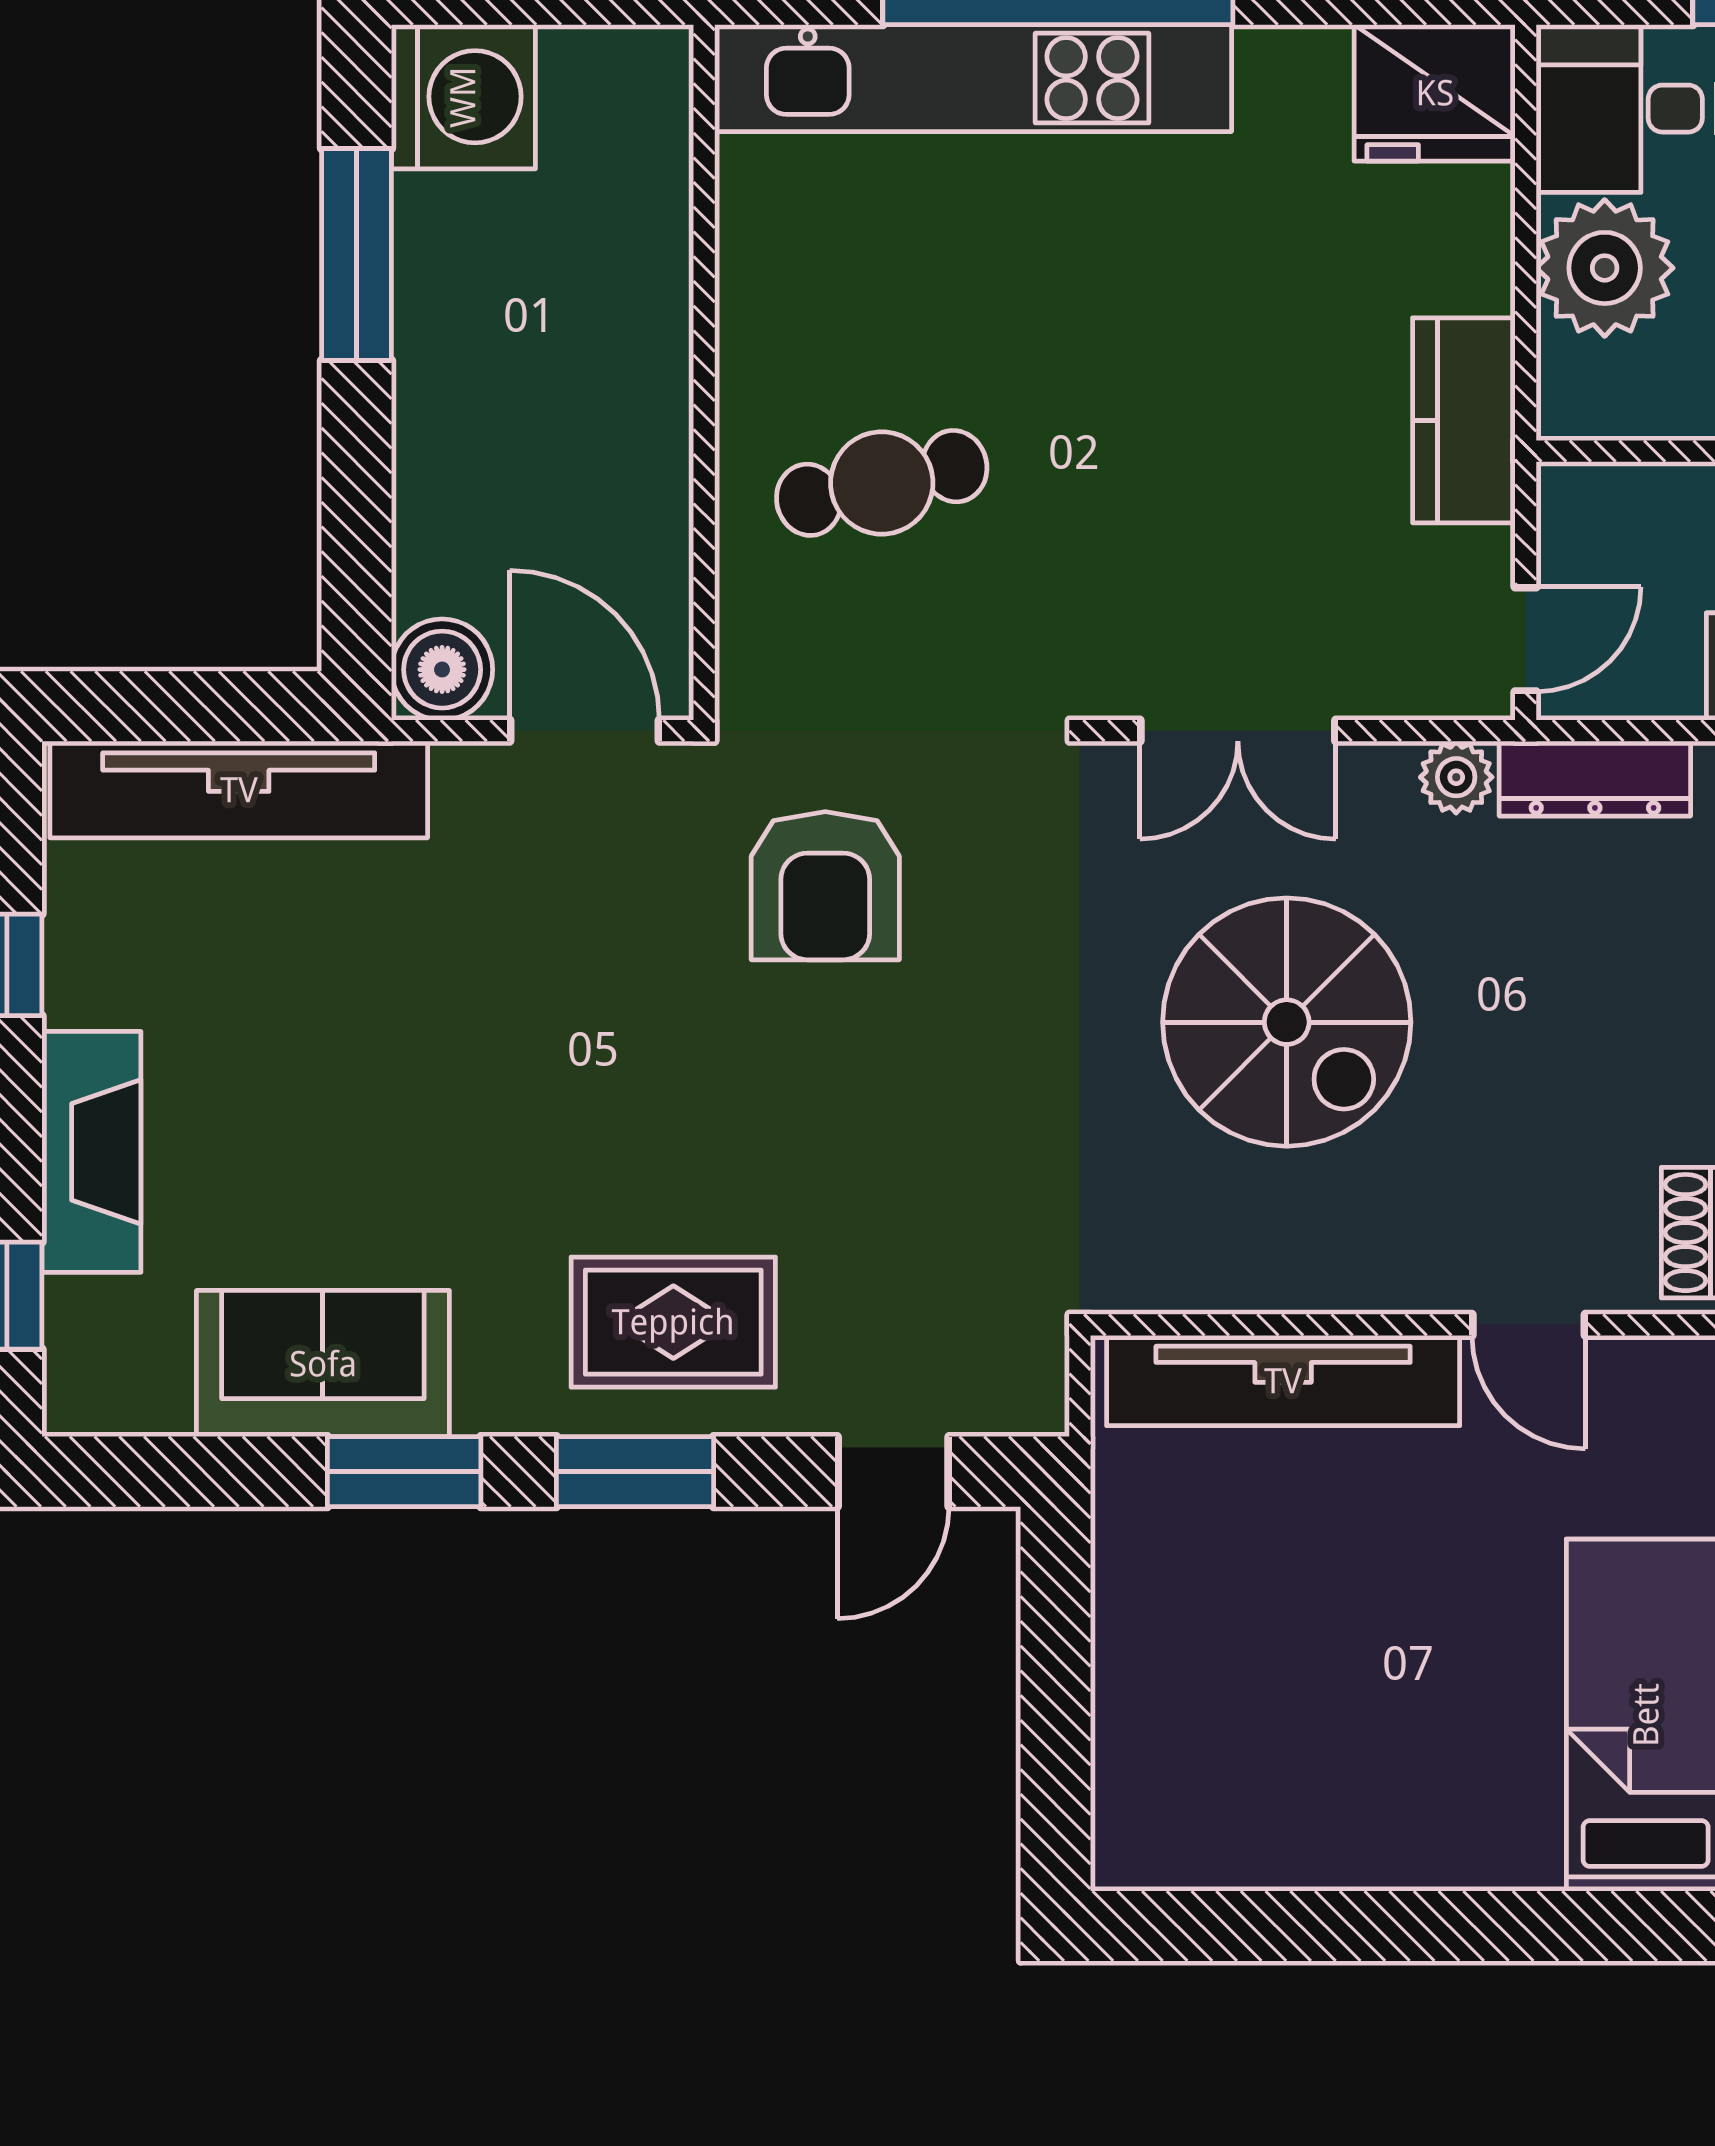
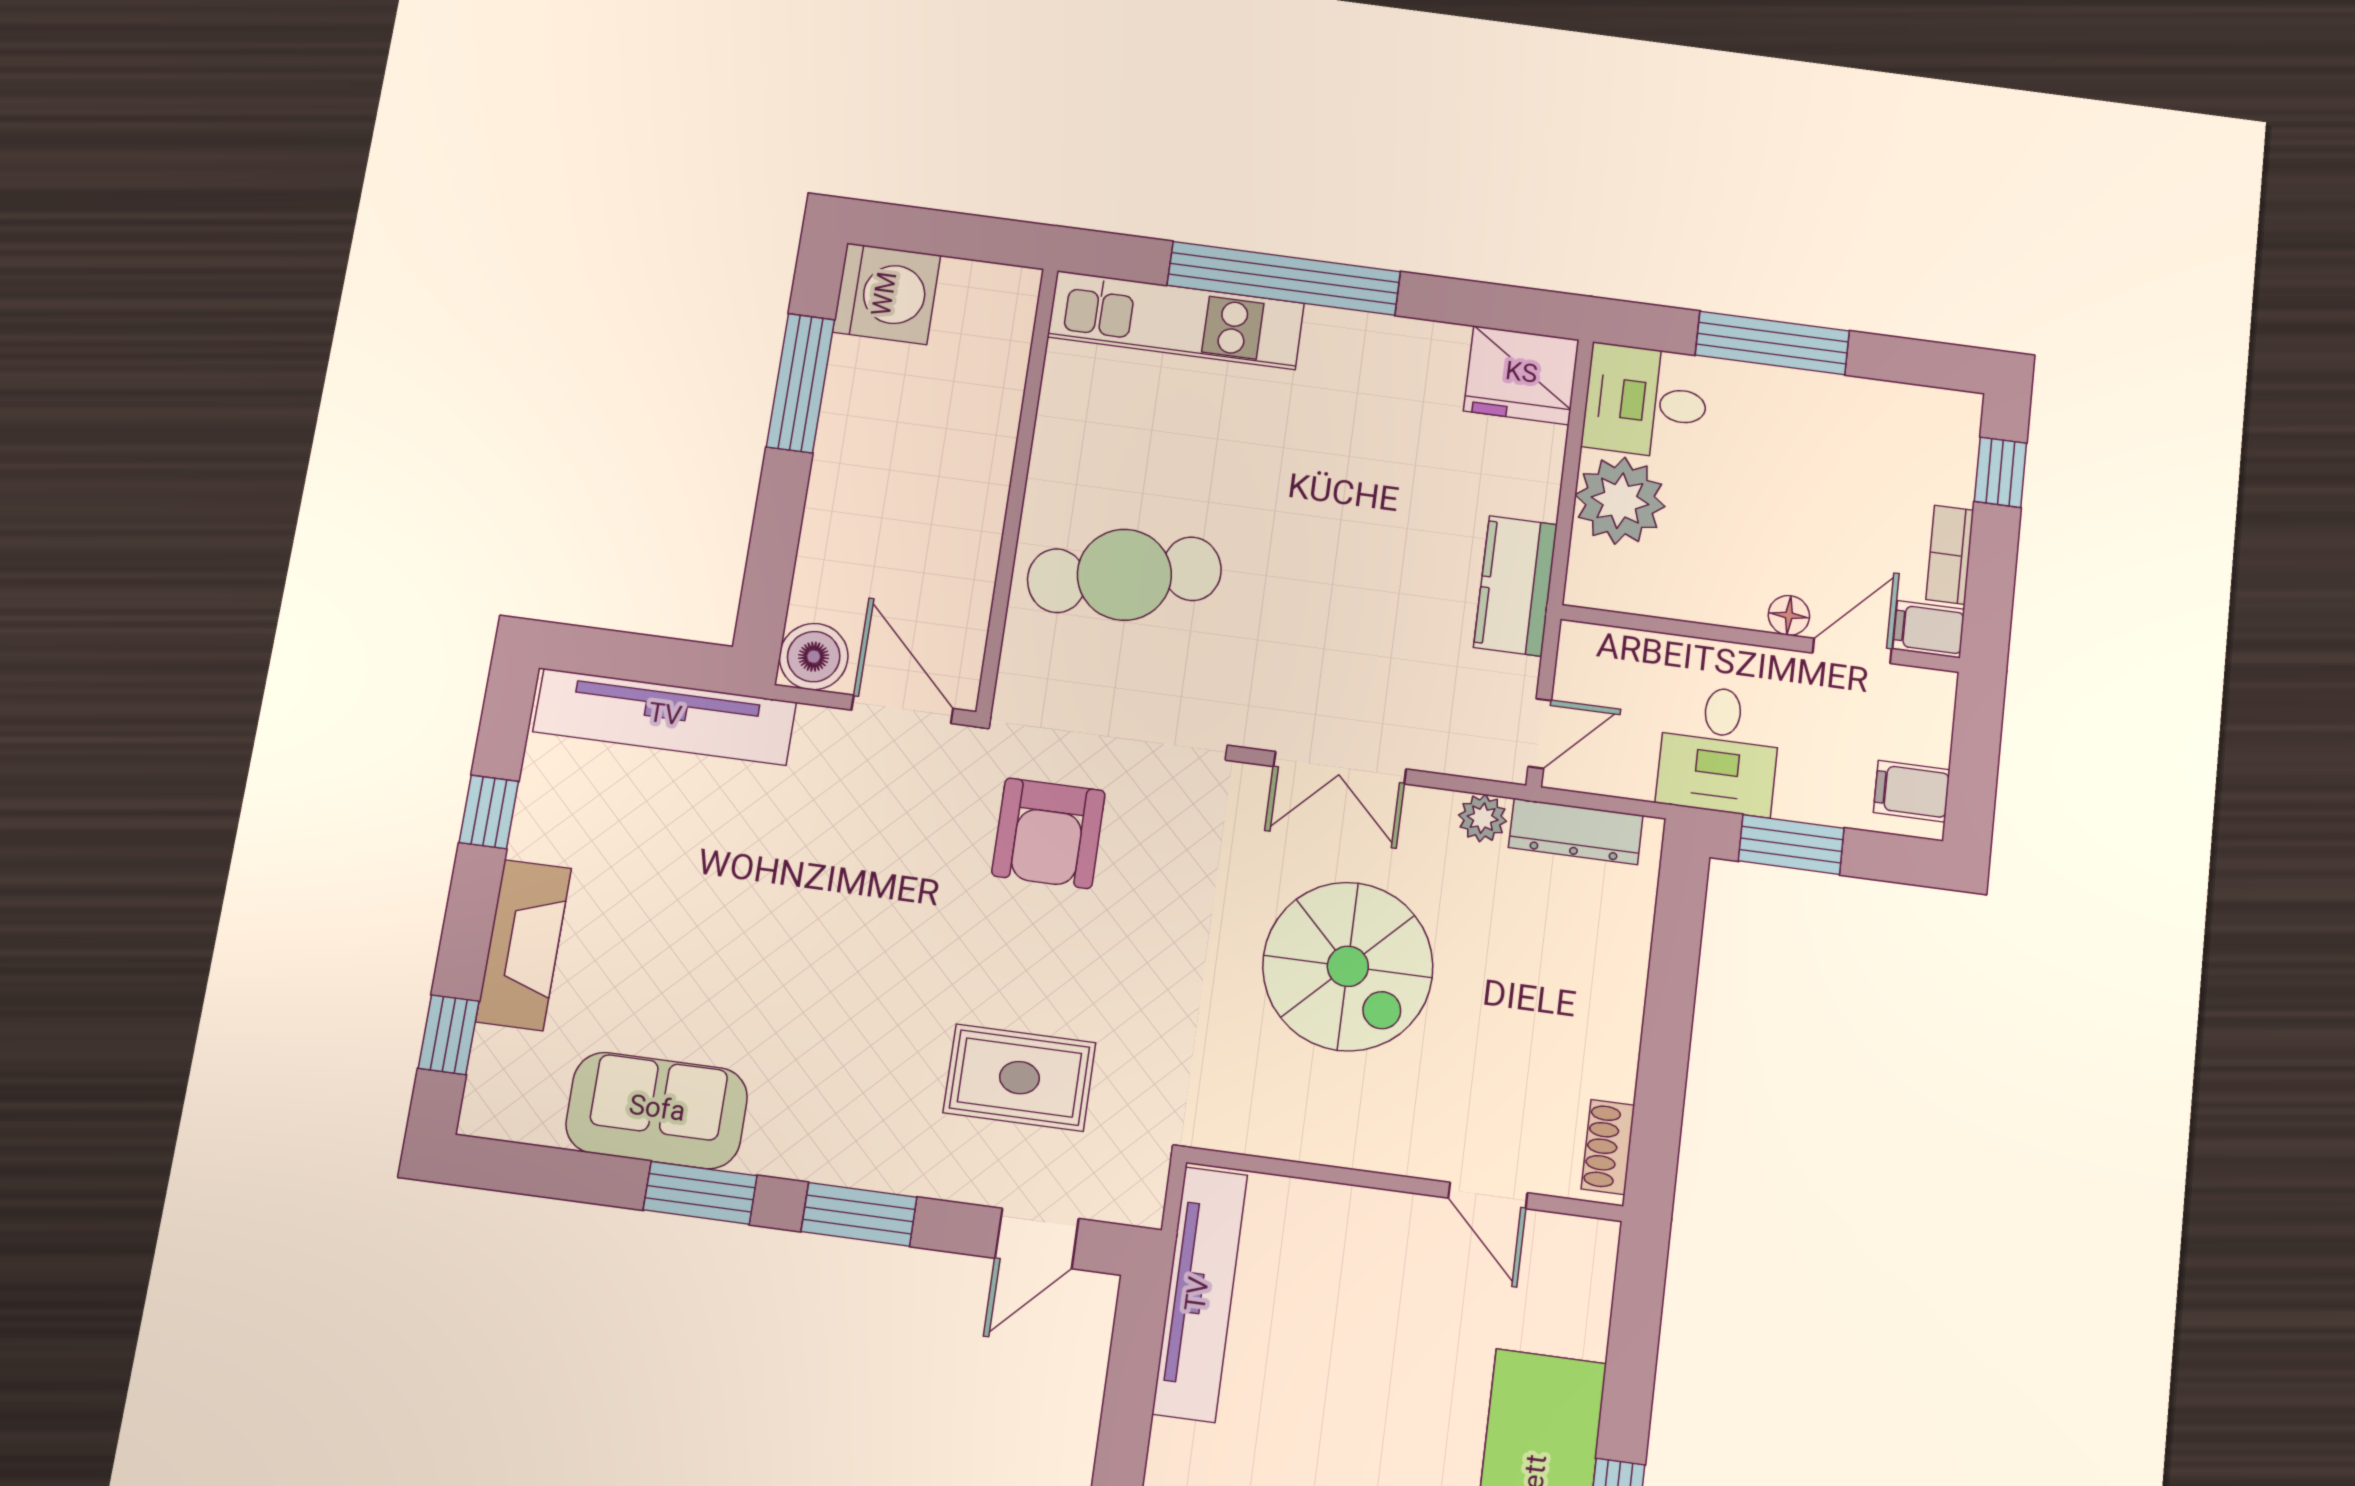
kitchen unit: (973, 78) -> (1176, 320), width x0.73
cafe table: (882, 483) -> (1124, 575), width x1.37, depth x1.35
rug: (673, 1322) -> (1019, 1078), moved
tv unit: (1283, 1381) -> (1200, 1294), moved, turned -90

